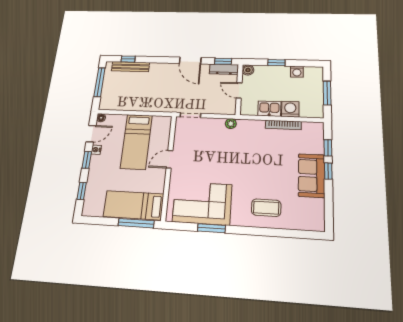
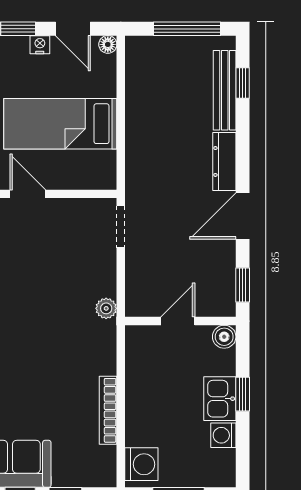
dresser: (224, 69) -> (224, 161), moved
kitchen sink: (269, 109) -> (220, 399), moved, turned 180
washing machine: (290, 109) -> (141, 464), moved

